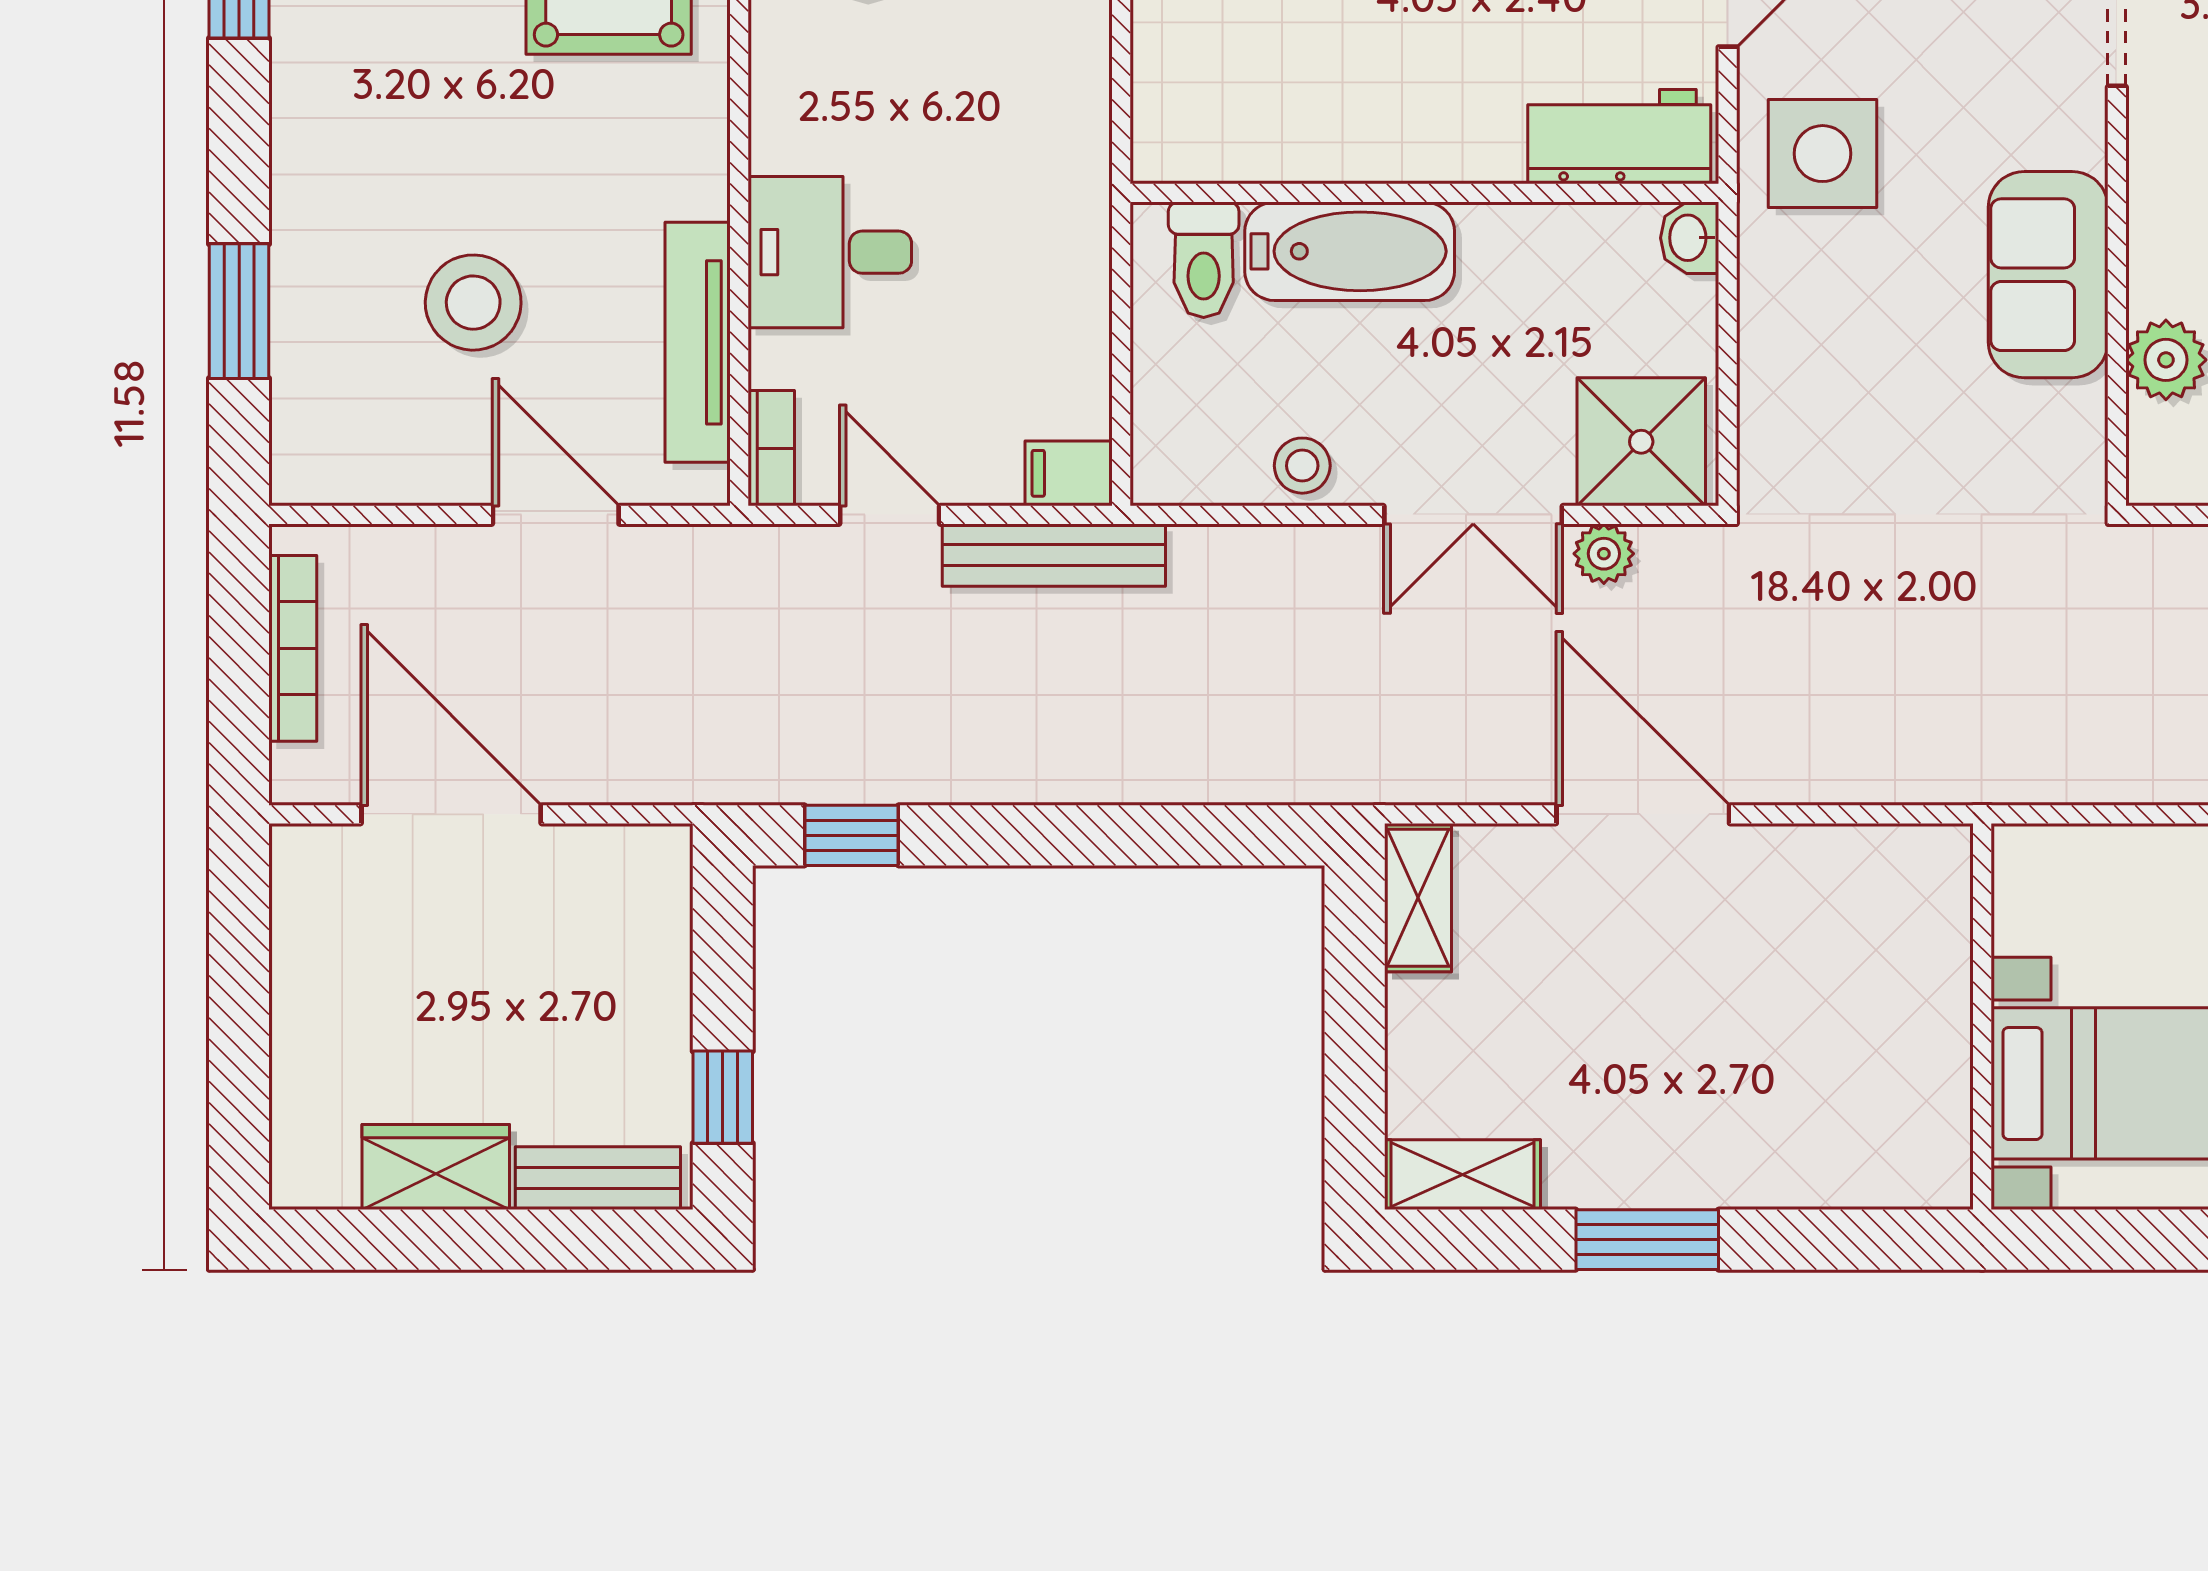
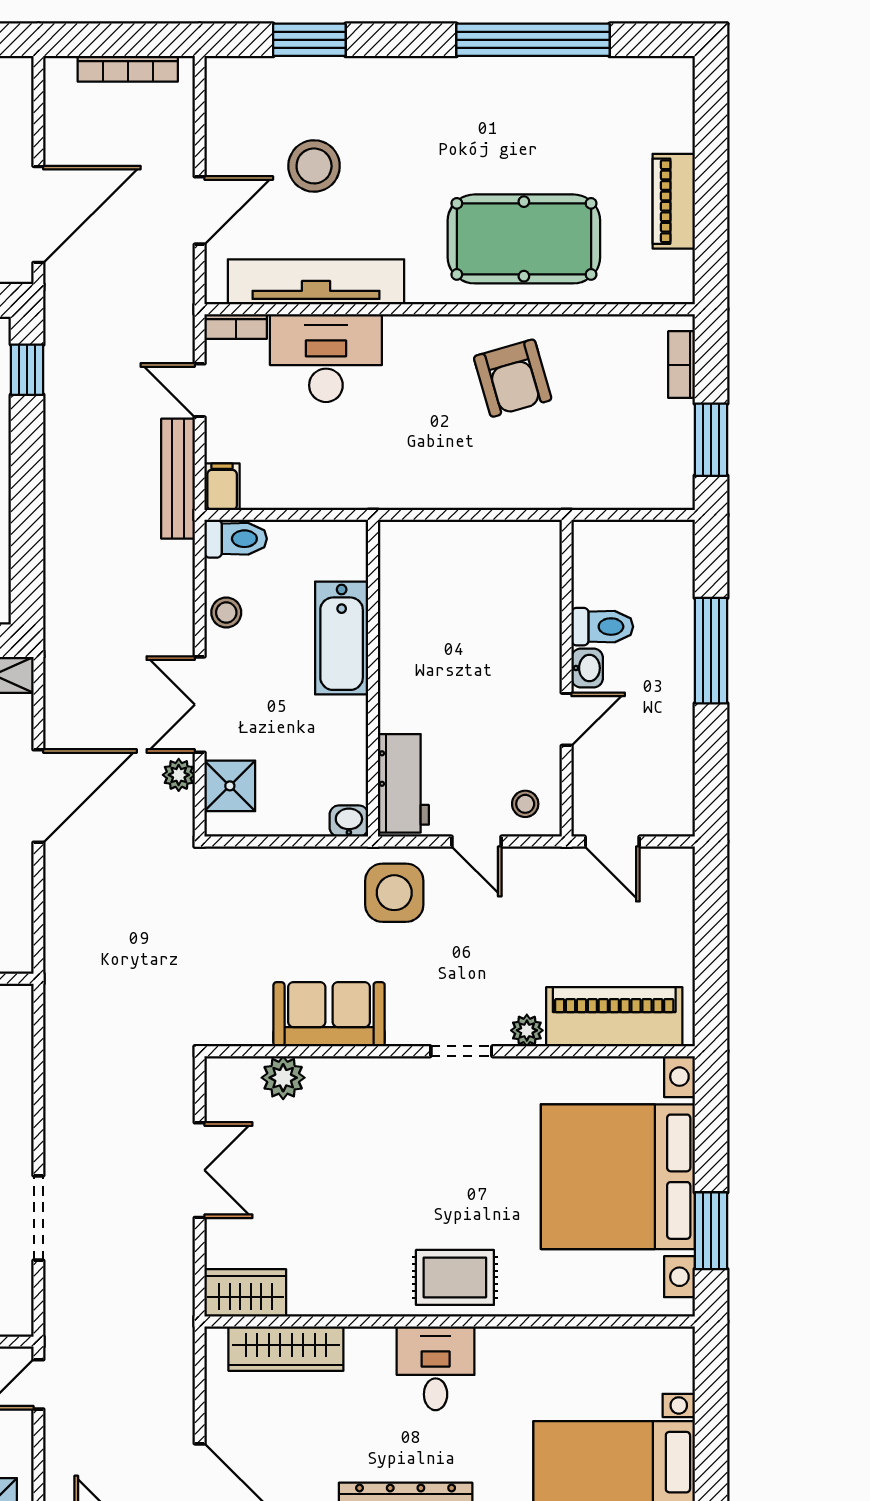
desk: (830, 252) -> (326, 358), width x1.37
toilet: (1204, 260) -> (236, 539), moved, turned 180
tv unit: (698, 342) -> (316, 282), width x1.36, depth x1.29
shower: (1641, 442) -> (230, 786), width x0.73, depth x0.73
door: (890, 515) -> (200, 390), swing flipped
door: (451, 814) -> (38, 214), moved

